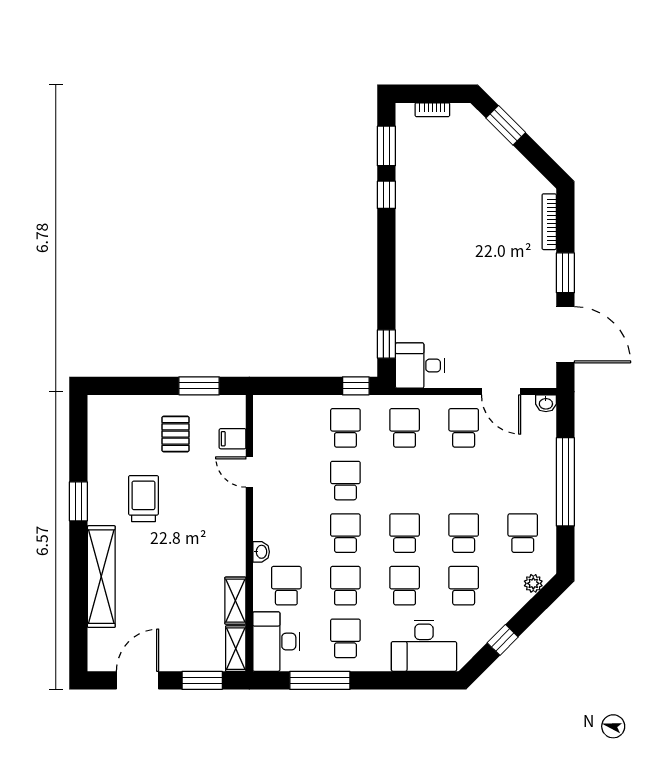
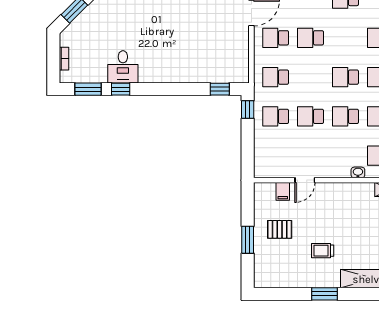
desk: (420, 366) -> (123, 67), moved
window: (199, 386) -> (248, 240), moved
trolley: (143, 499) -> (323, 251), width x0.73, depth x0.72
school desk: (464, 533) -> (311, 38), moved

